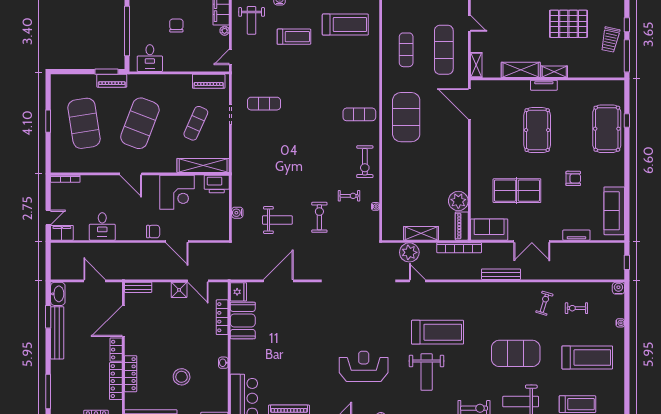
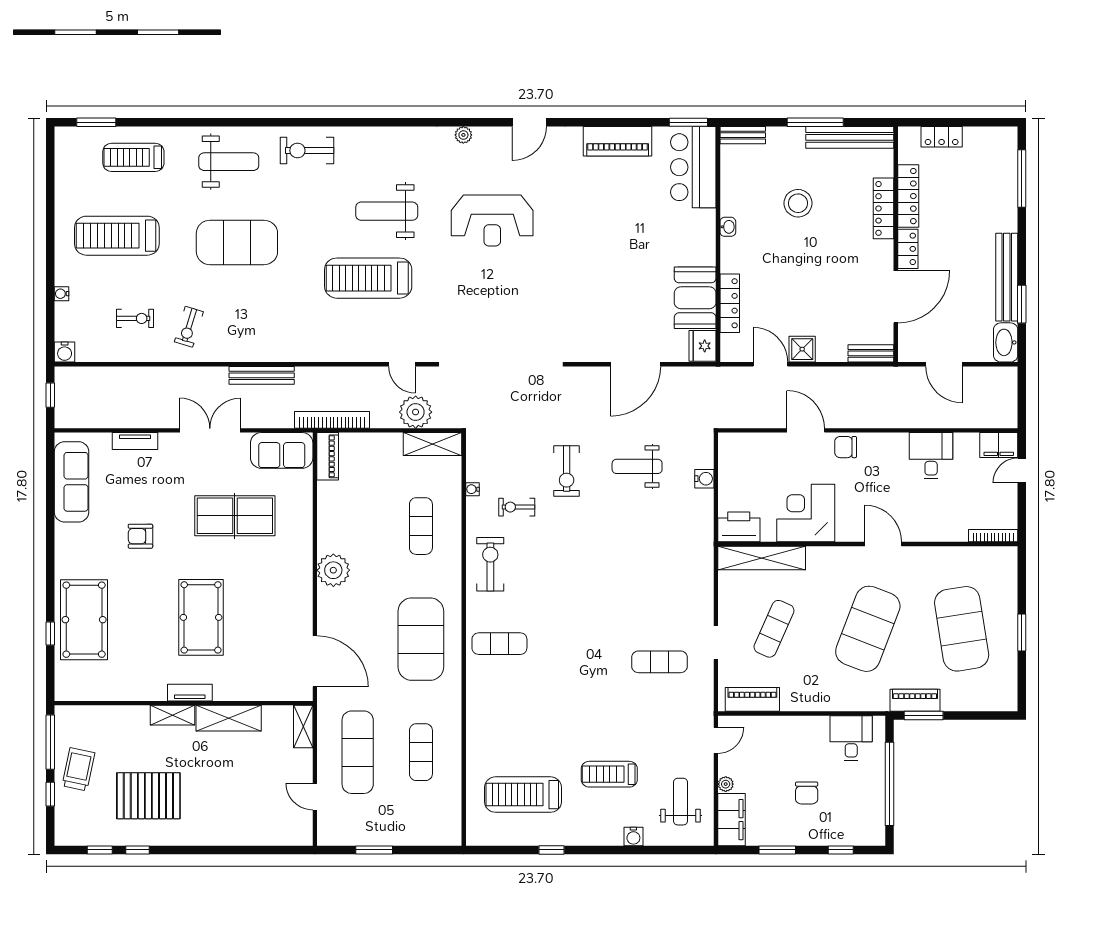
exercise mat: (406, 184) -> (421, 526), added
plant: (458, 201) -> (333, 570), moved
shelving: (421, 233) -> (433, 444), moved
weight bench: (427, 372) -> (387, 211), turned -90

